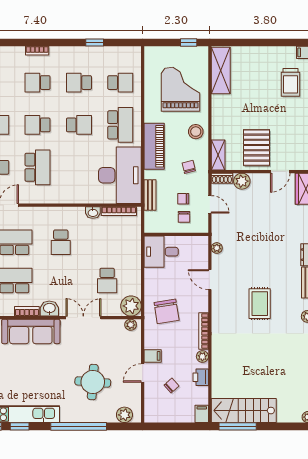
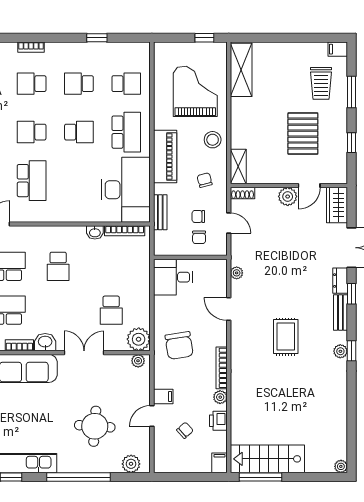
pallet: (257, 148) -> (303, 134), moved
plant: (242, 181) -> (288, 197), moved

